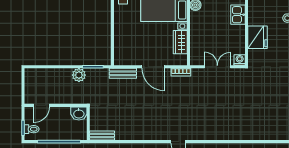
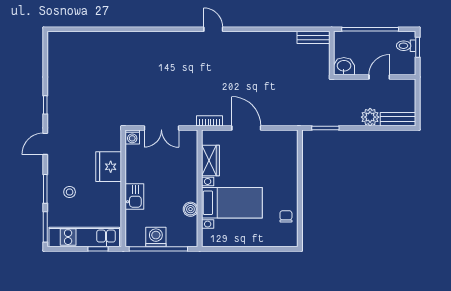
bench: (123, 73) -> (398, 119), moved
plant: (79, 75) -> (370, 117), moved
door: (42, 105) -> (379, 77), moved

